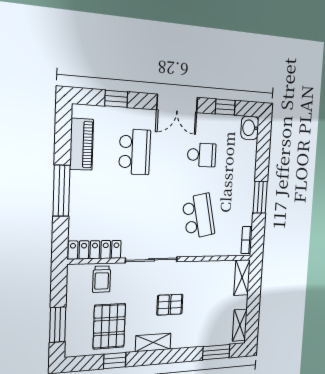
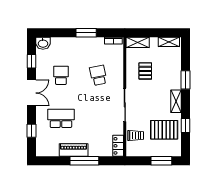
piano: (82, 144) -> (74, 150), moved
school desk: (198, 216) -> (98, 75), width x0.54
locker: (95, 250) -> (118, 146), width x0.66
pallet: (170, 305) -> (145, 71), moved
window: (216, 352) -> (186, 80), moved

